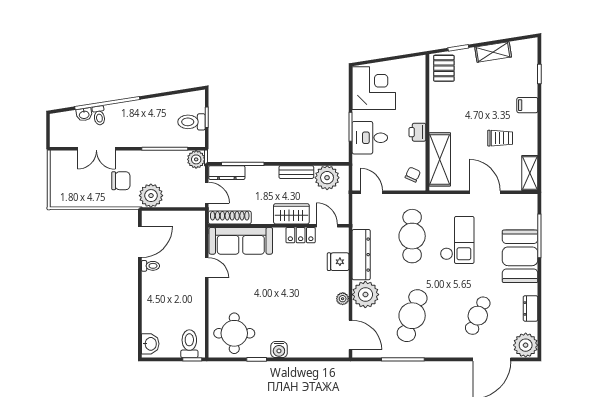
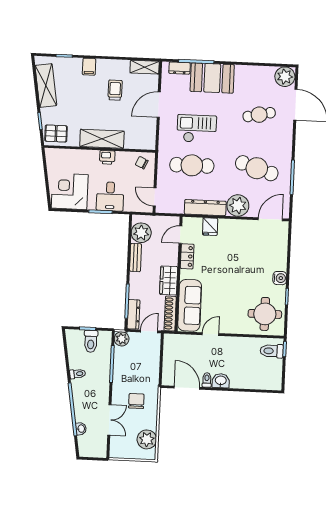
shelving: (493, 52) -> (46, 85), width x1.50, depth x1.33
toilet: (99, 116) -> (78, 374), moved
shelving: (440, 159) -> (102, 139), moved
door: (371, 192) -> (155, 197), hinge flipped
plant: (151, 196) -> (147, 439), moved
wardrobe: (291, 214) -> (169, 281), moved
plant: (343, 299) -> (240, 224), removed
dresser: (530, 308) -> (180, 68), moved
cafe table: (478, 316) -> (259, 115), turned -36
washbasin: (150, 344) -> (221, 381), moved

